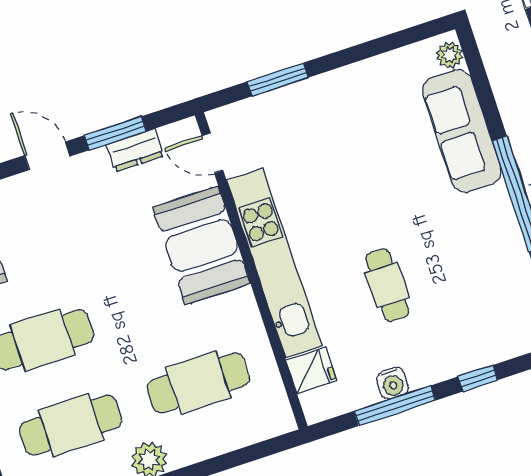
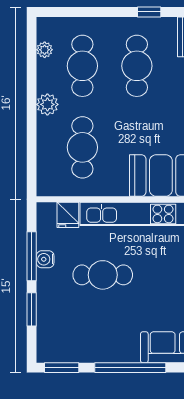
cafe table: (387, 285) -> (103, 275), width x1.37, depth x1.35
window: (478, 378) -> (32, 309), width x1.50

